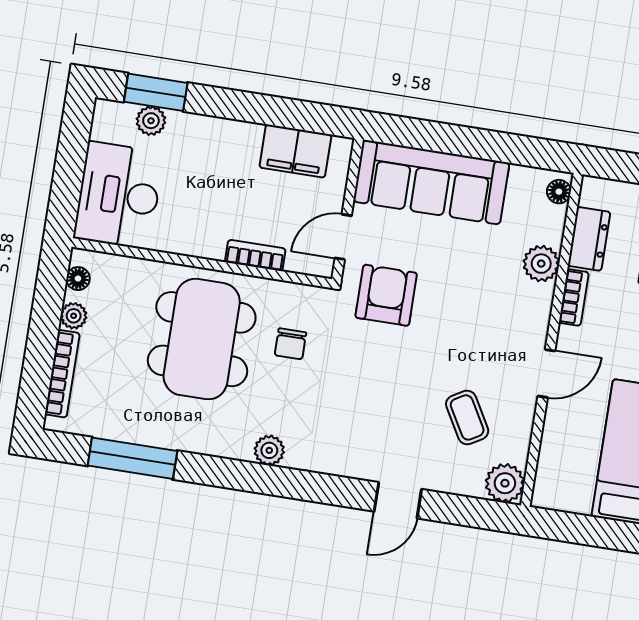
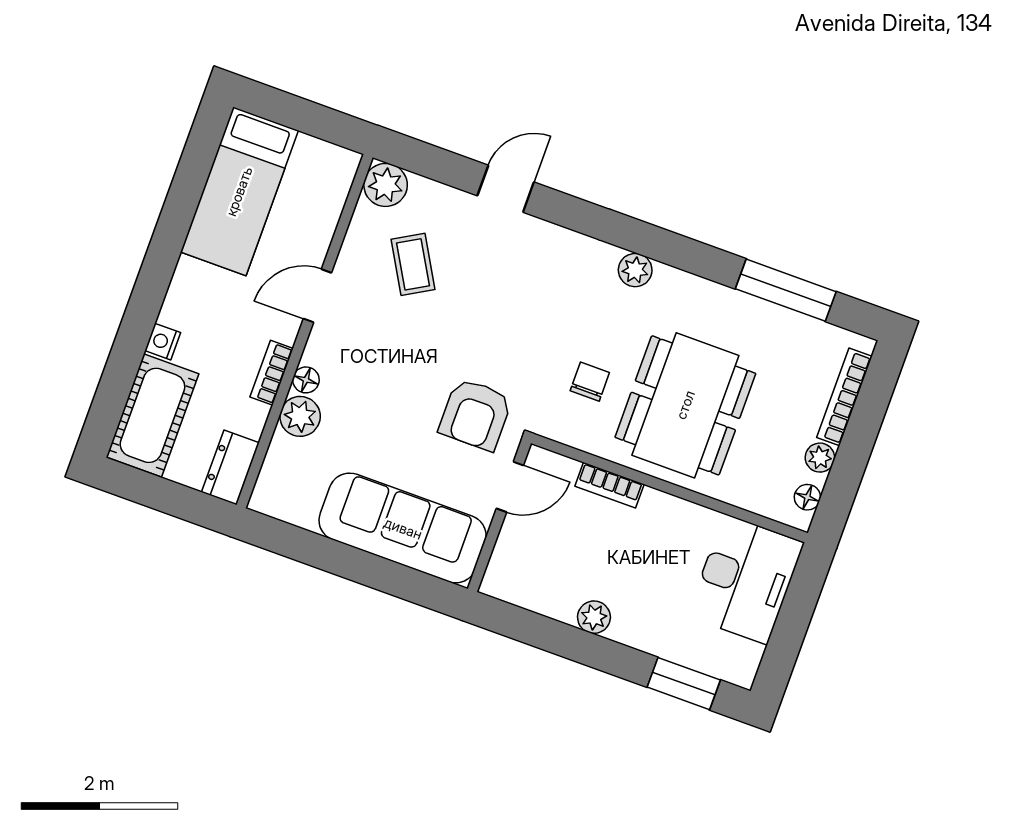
plant: (151, 121) -> (594, 617), moved
filing cabinet: (295, 151) -> (544, 590), removed
floor lamp: (559, 192) -> (306, 380), moved
dresser: (589, 239) -> (230, 467), moved

